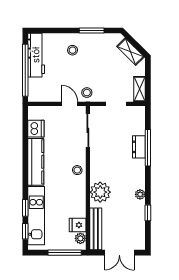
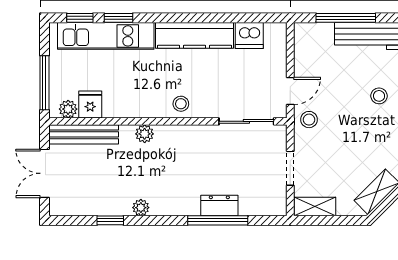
window: (25, 70) -> (346, 18), width x0.68
plant: (100, 192) -> (145, 134), width x0.53, depth x0.53

